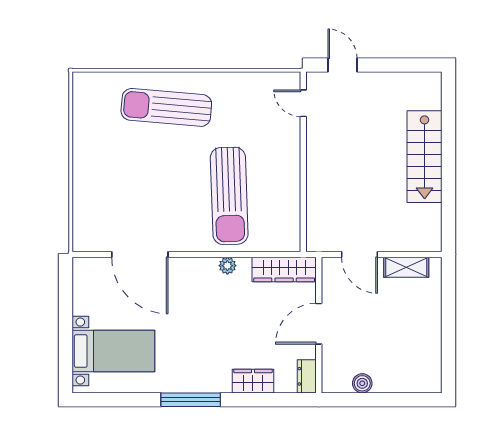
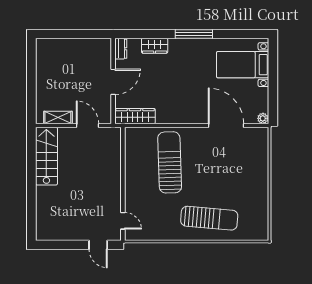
stairs: (425, 157) -> (46, 156), moved
plant: (227, 266) -> (263, 118), moved
boiler: (362, 383) -> (86, 44), removed

